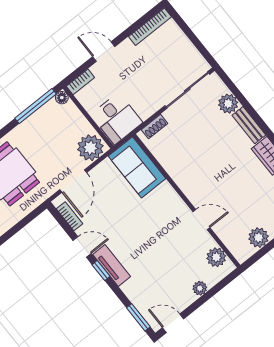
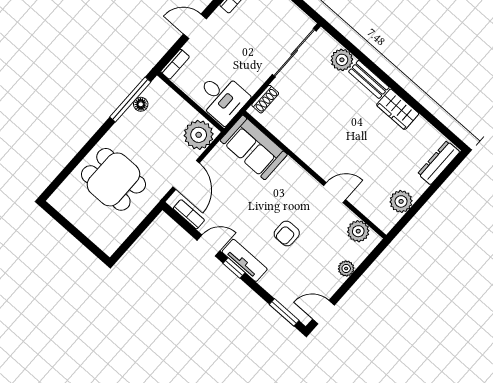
floor lamp: (62, 98) -> (141, 104), moved
armchair: (153, 248) -> (287, 233), added

